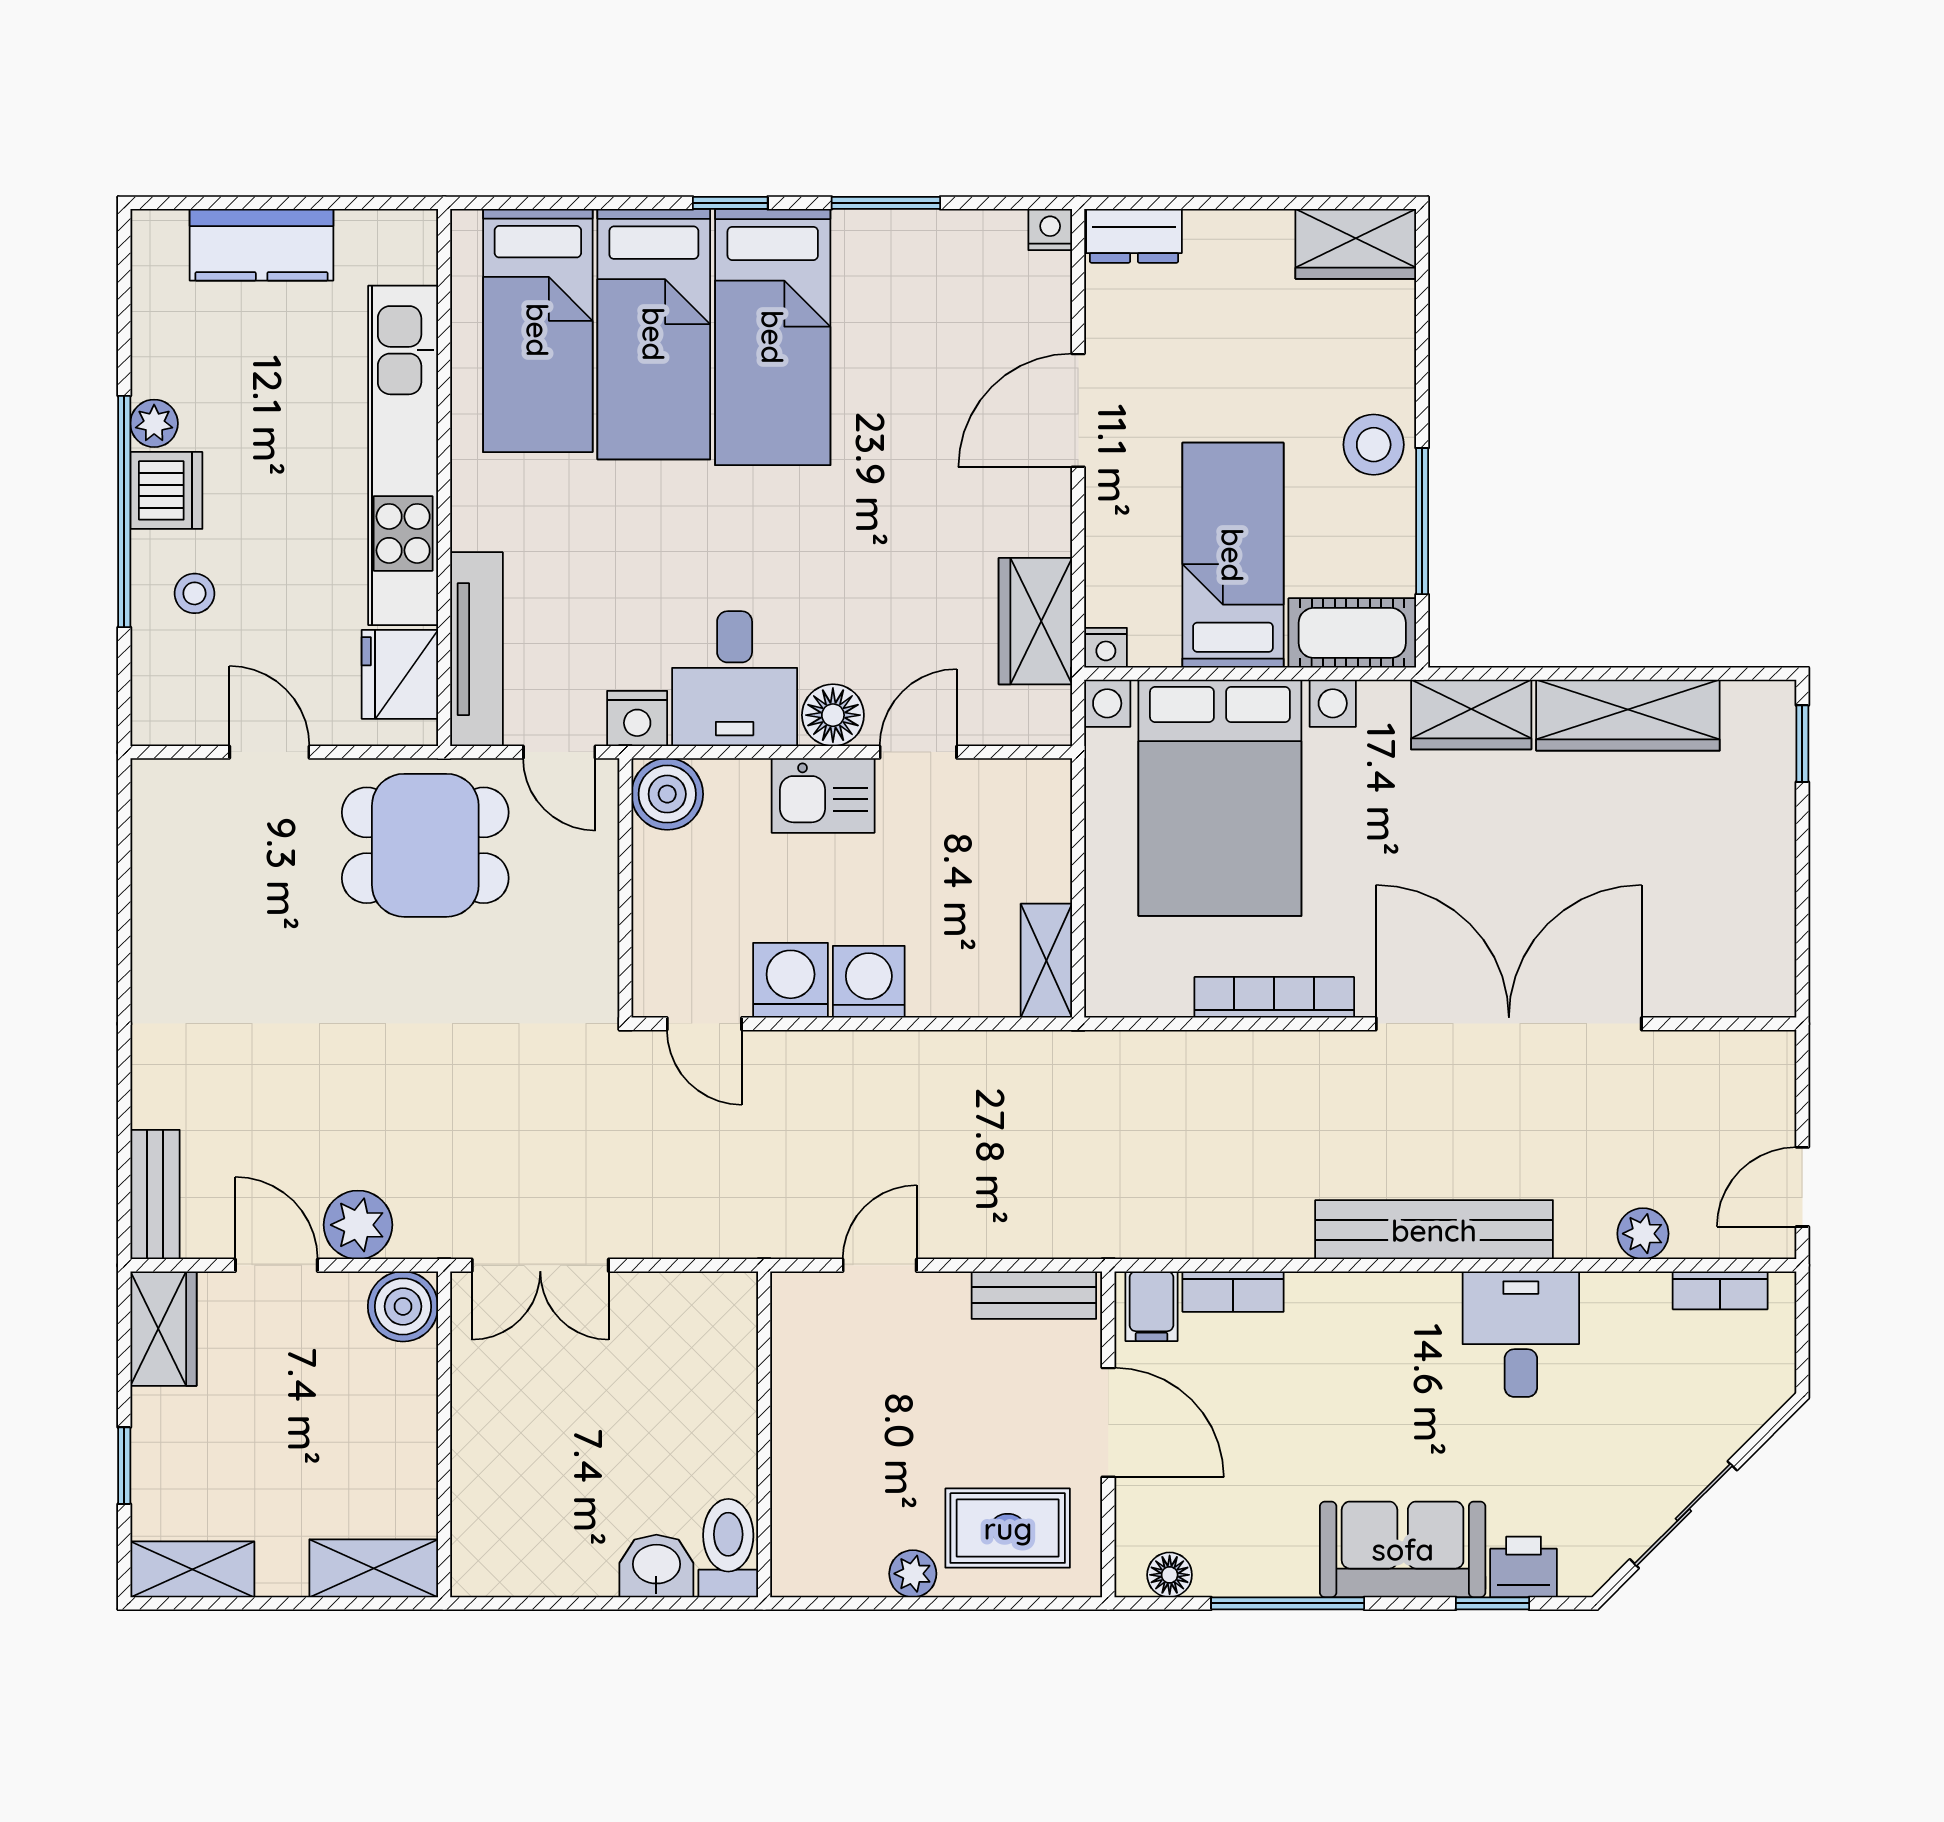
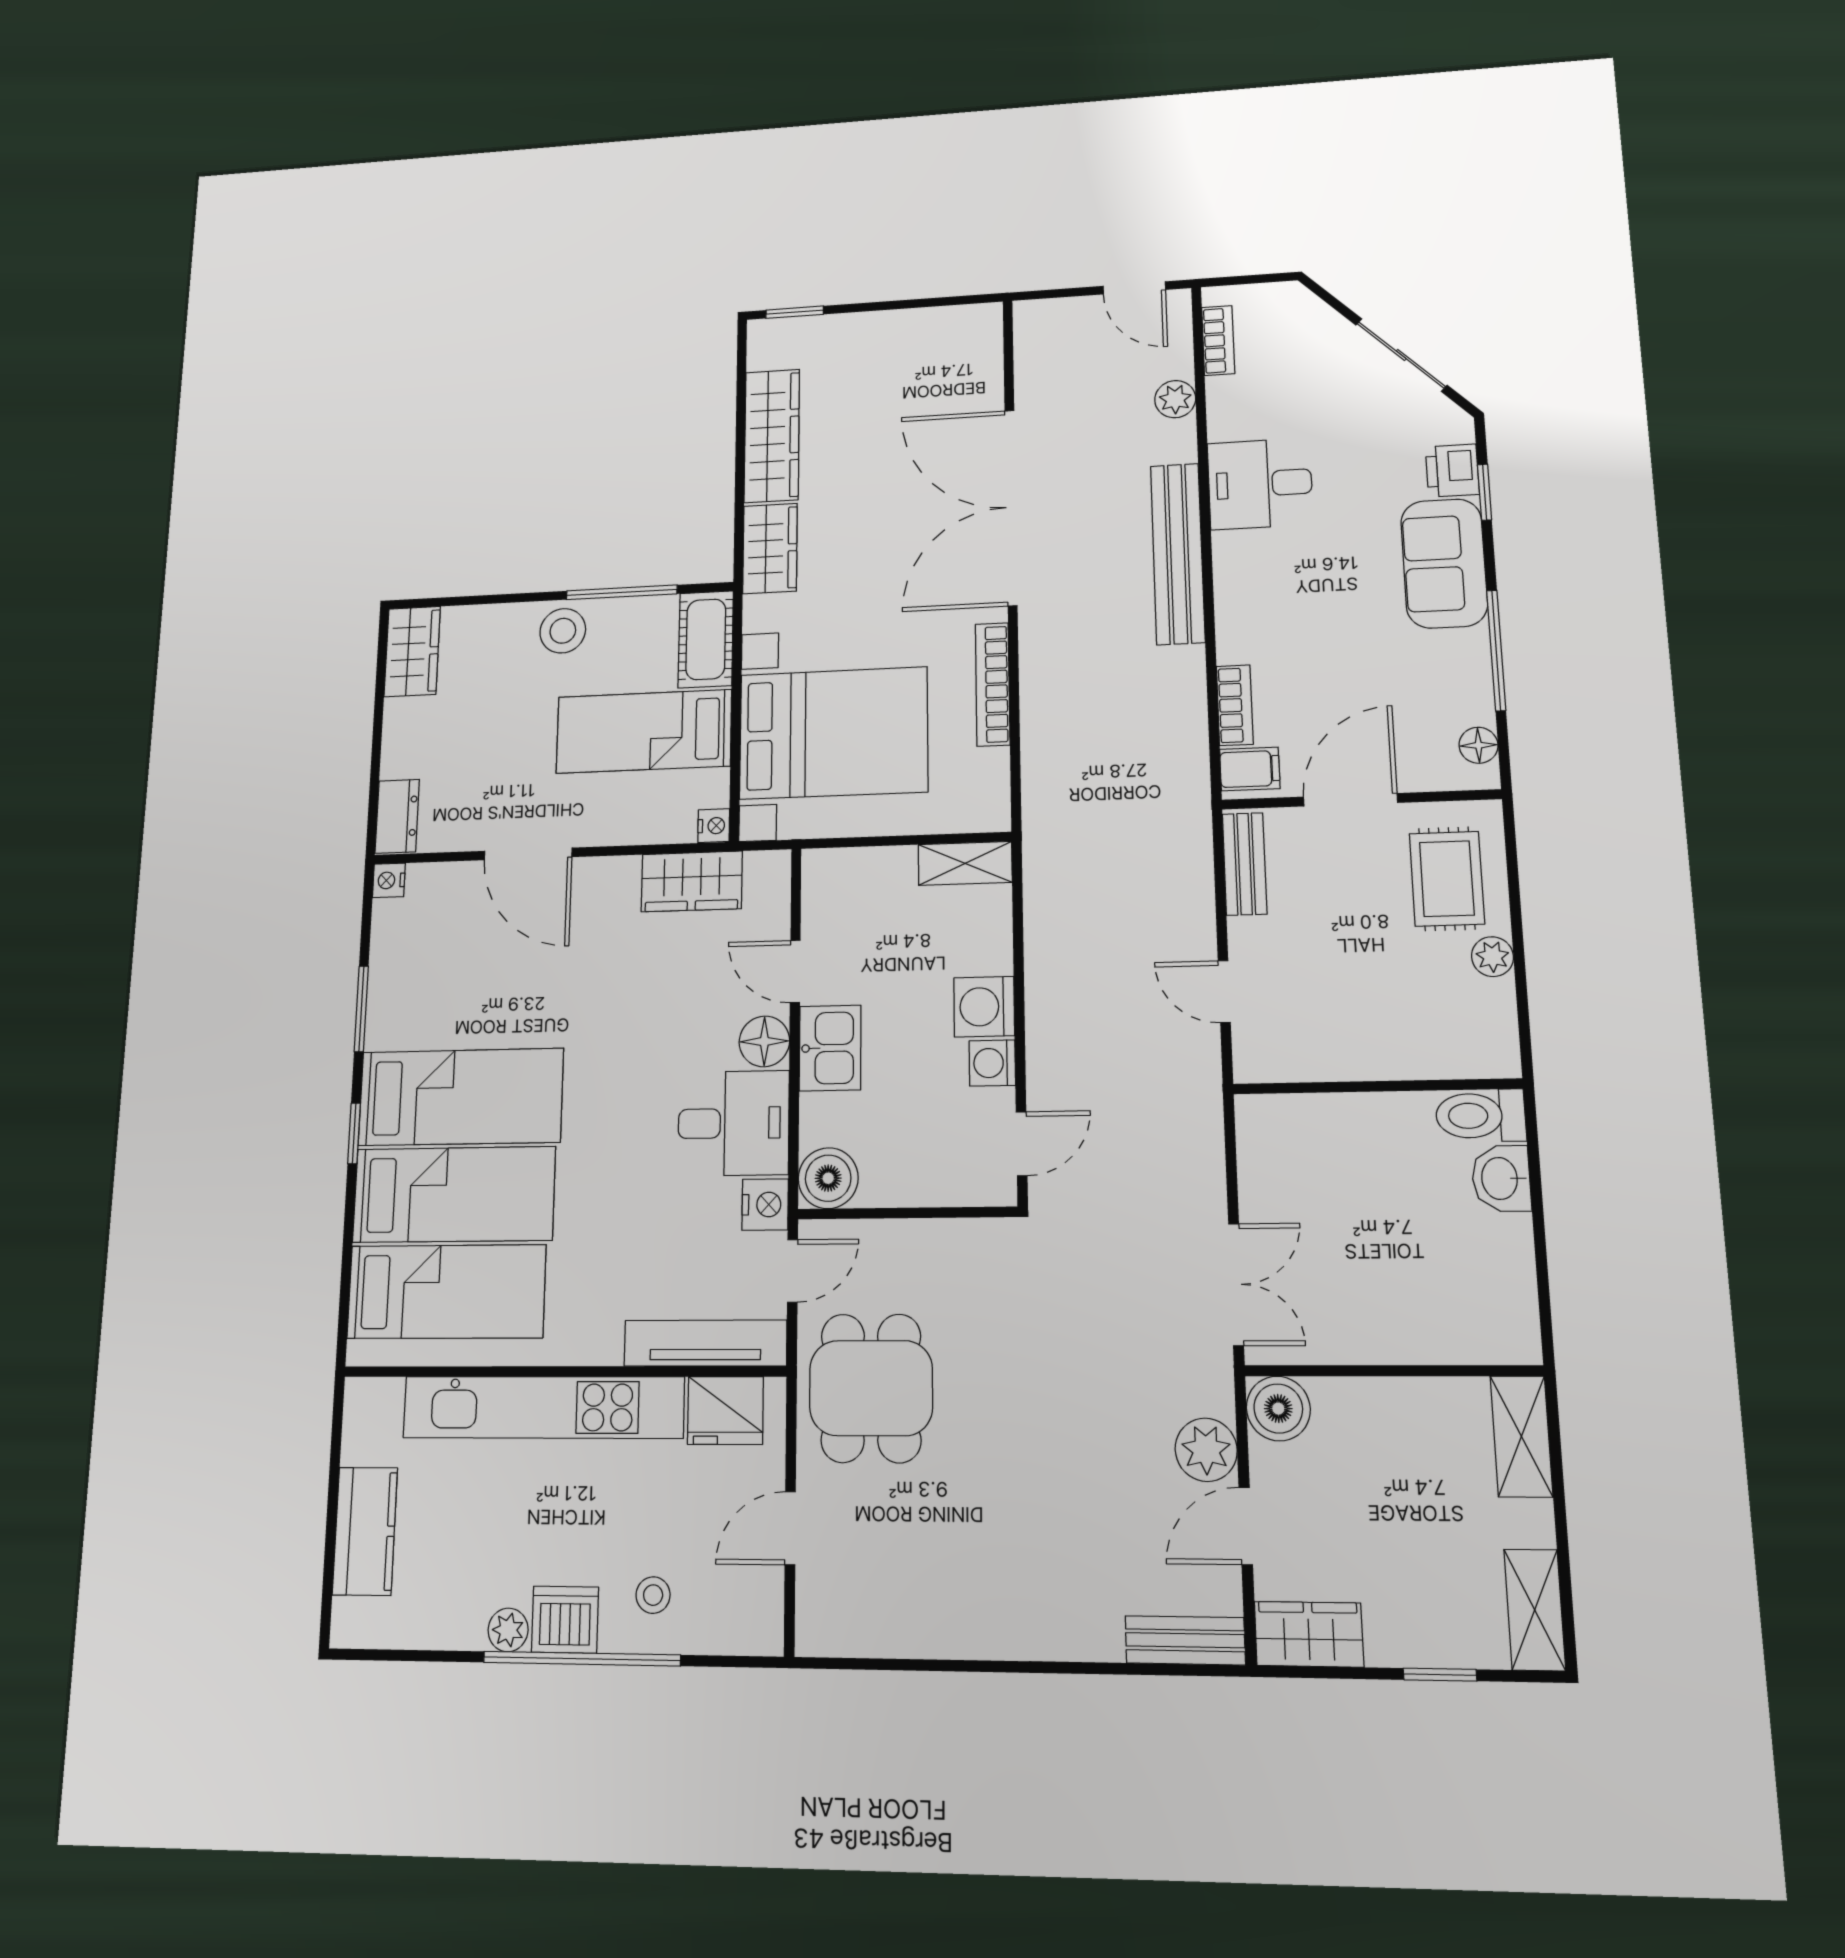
washing machine: (791, 980) -> (992, 1063), width x0.73, depth x0.73

